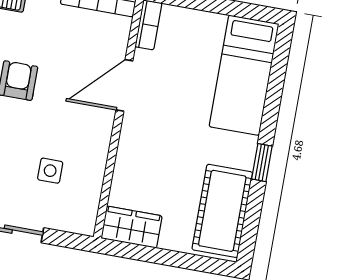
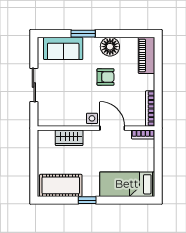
side table: (50, 171) -> (92, 118), moved
wardrobe: (131, 227) -> (69, 138), moved, turned 90

